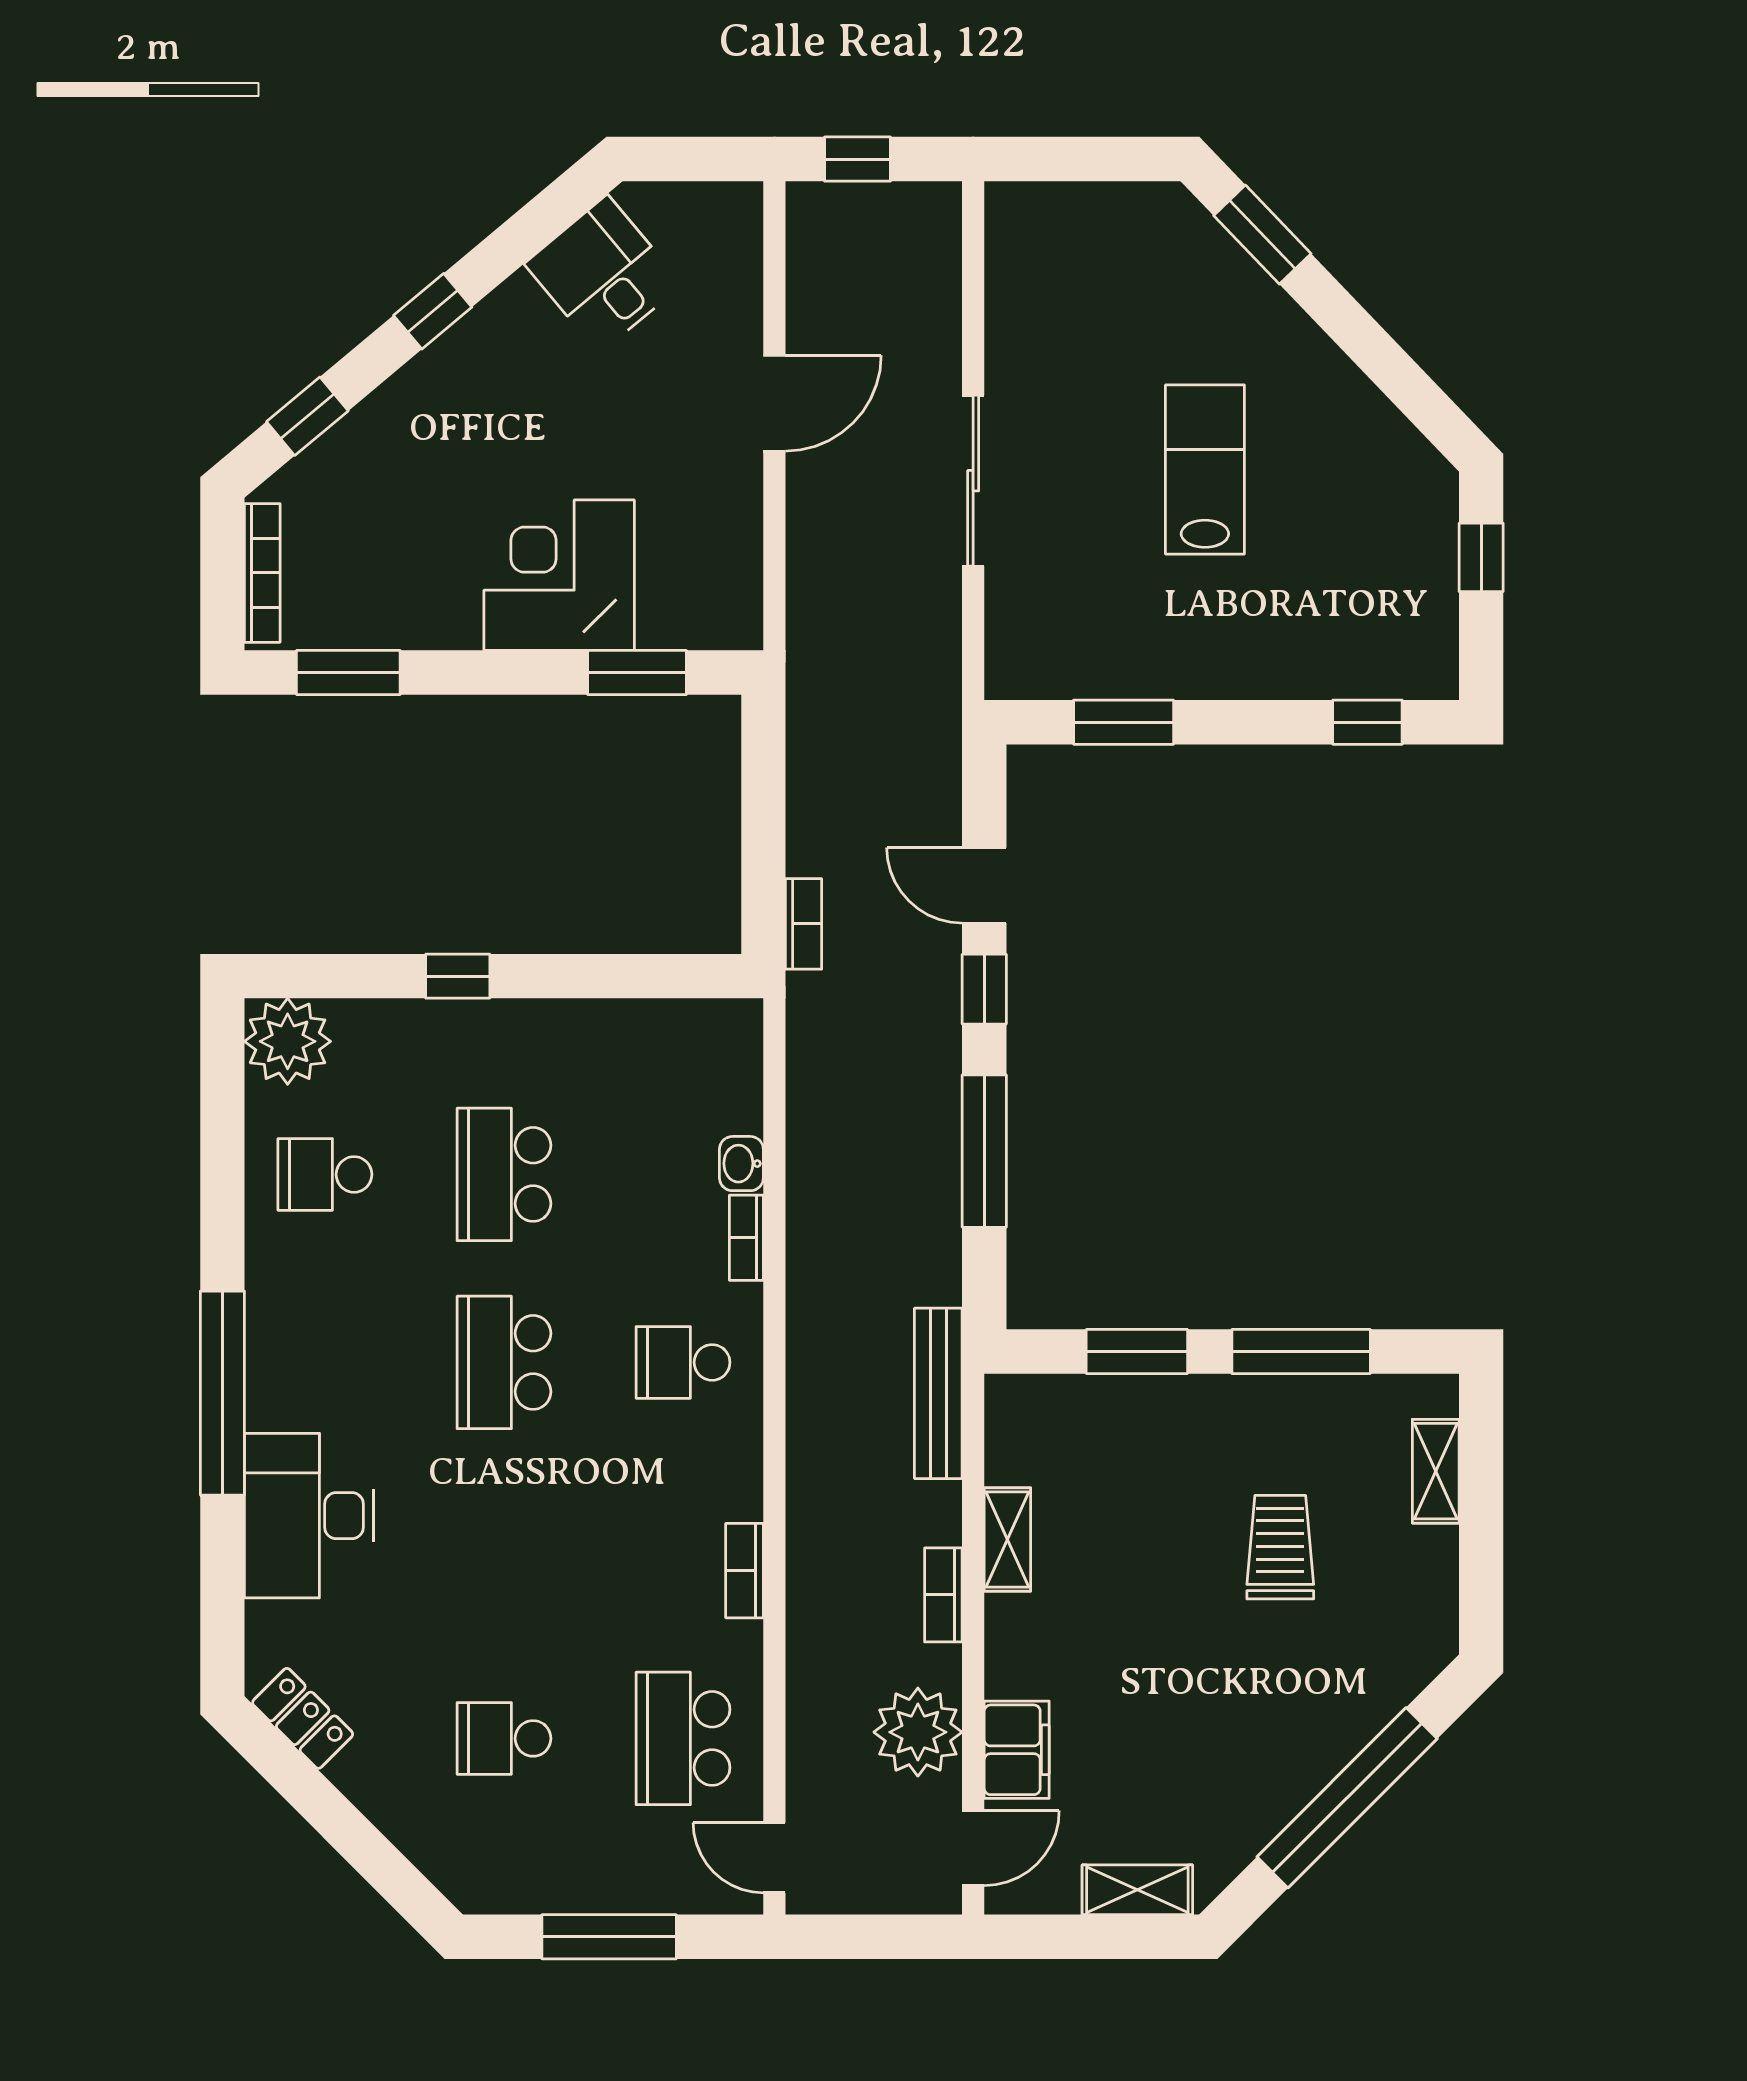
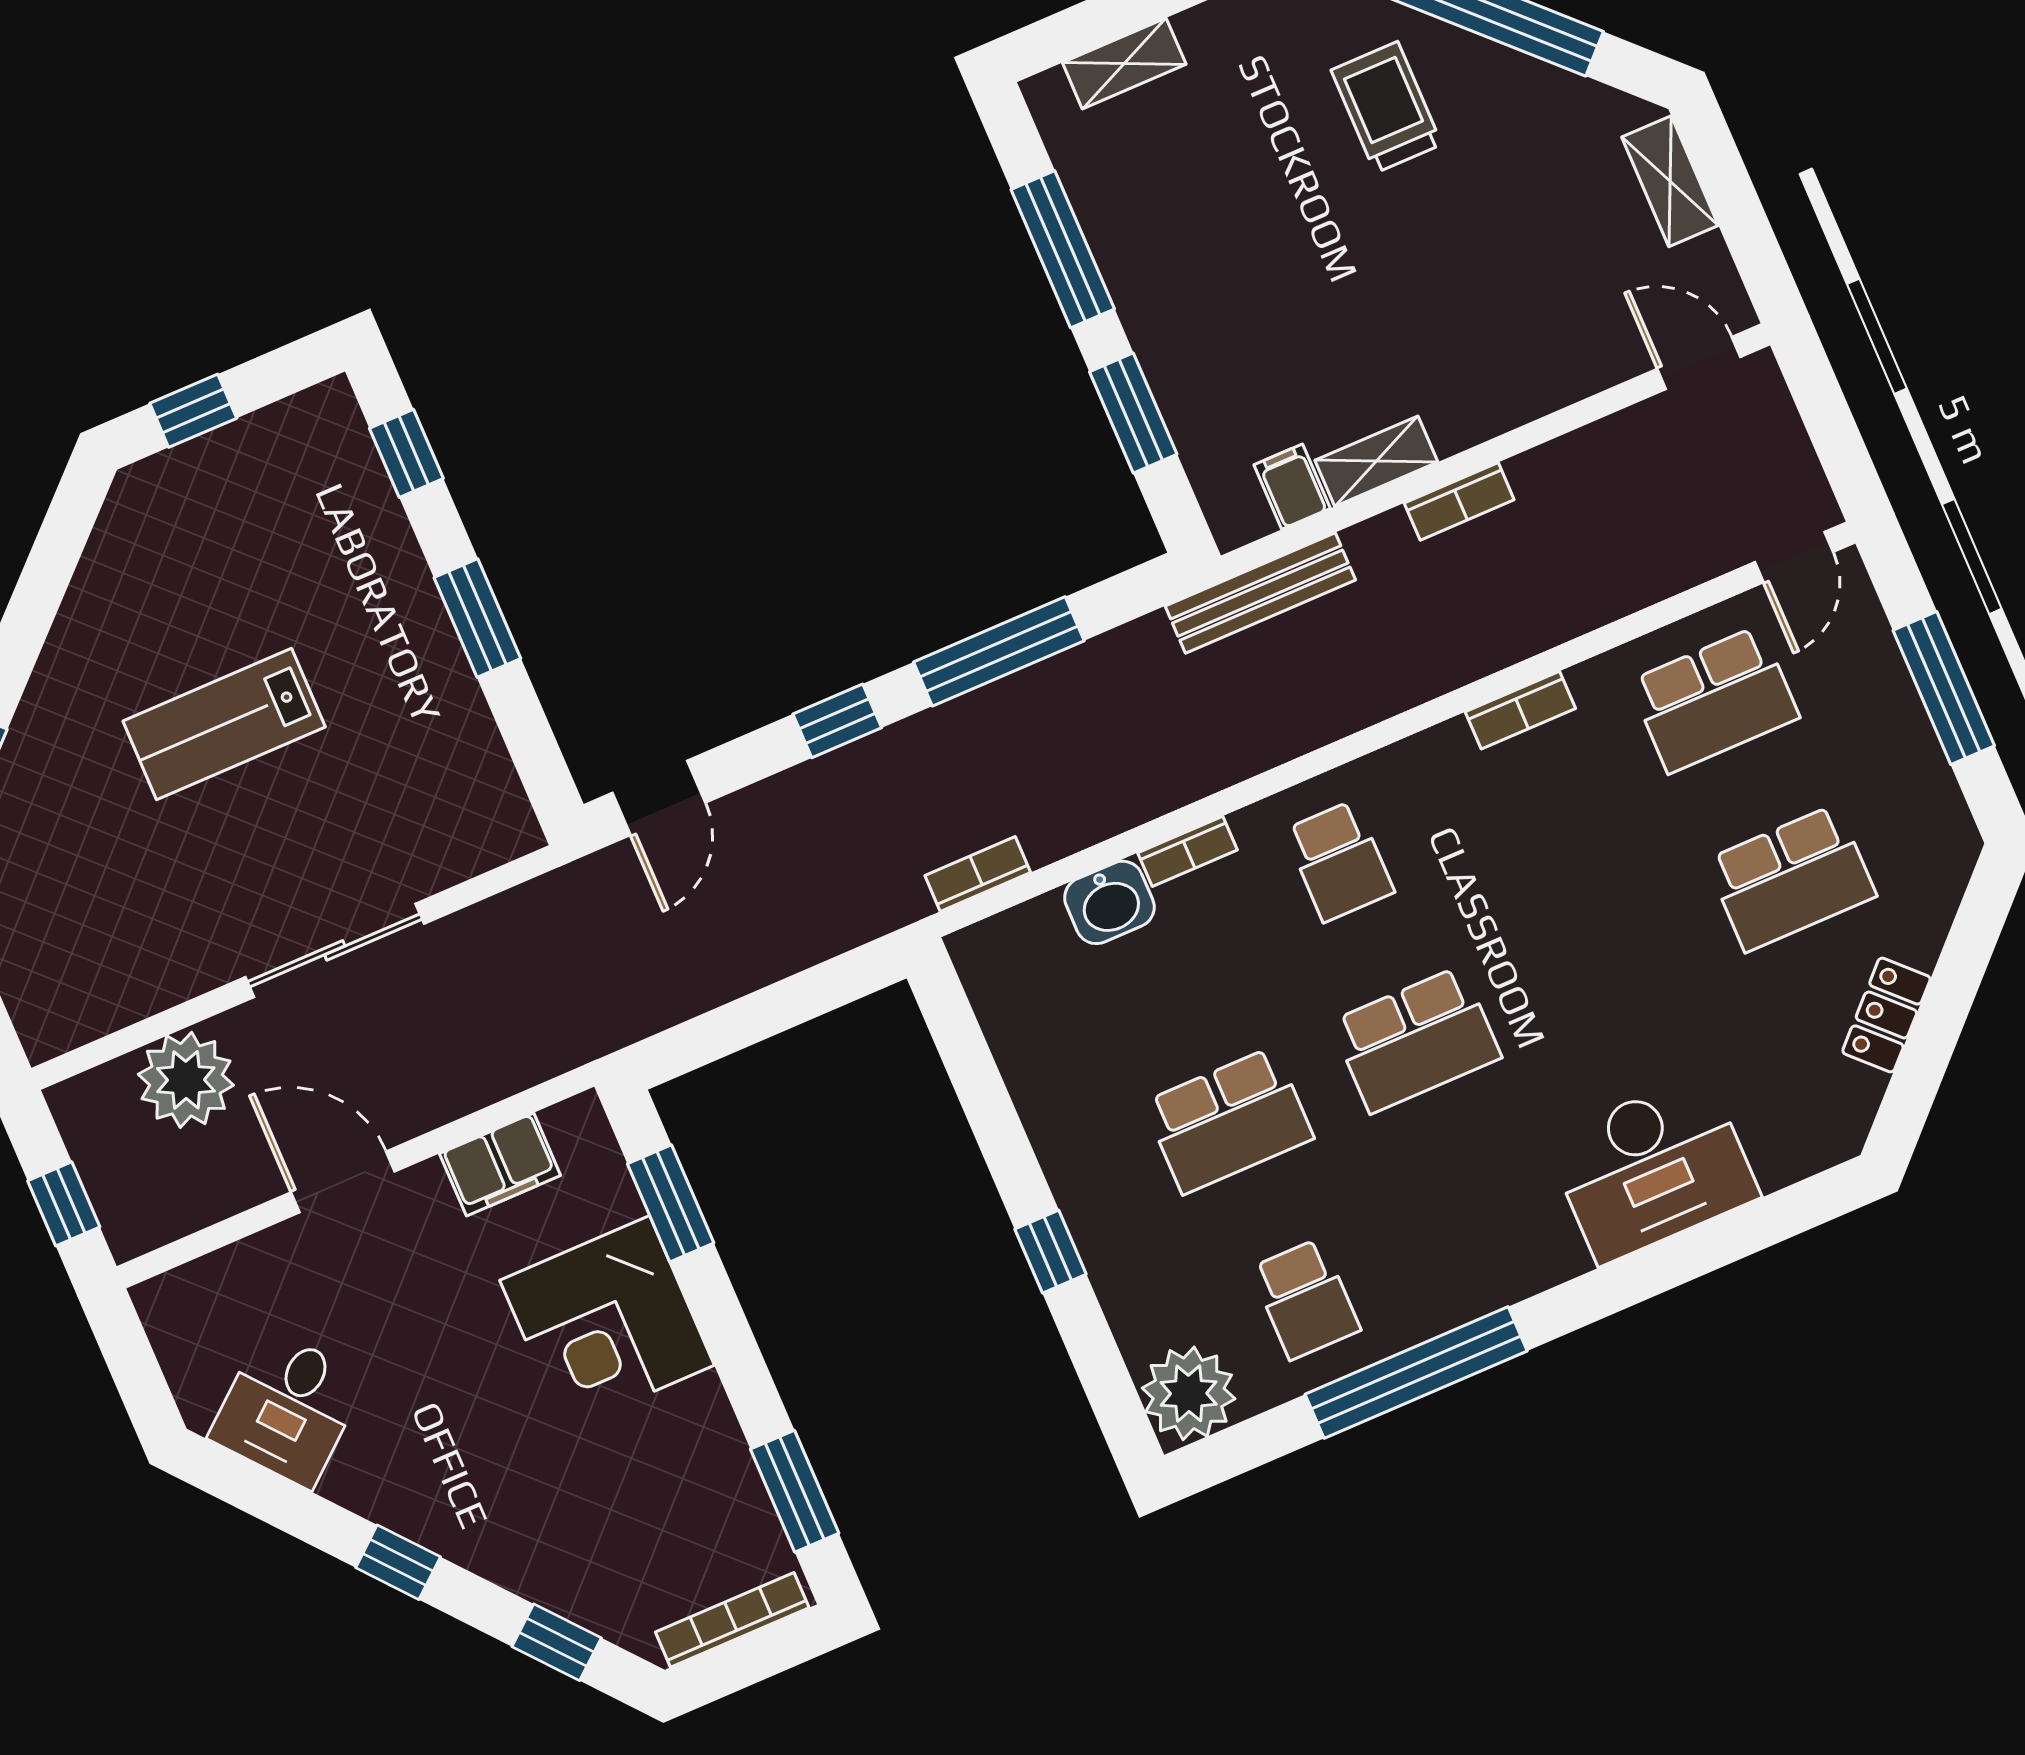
filing cabinet: (732, 542) -> (500, 1164), added
window: (1124, 722) -> (477, 618), moved
door: (984, 885) -> (659, 798), moved
bookcase: (804, 924) -> (978, 874), moved
washbasin: (741, 1164) -> (1109, 902), width x1.38, depth x1.45
window: (222, 1393) -> (1416, 1373), moved
trolley: (1280, 1547) -> (1387, 107), moved, turned 90
locker: (303, 1718) -> (1886, 1015), moved
plant: (918, 1732) -> (186, 1080), moved
school desk: (504, 1738) -> (1791, 878), width x1.85
filing cabinet: (1017, 1750) -> (1292, 487), moved, width x0.50

